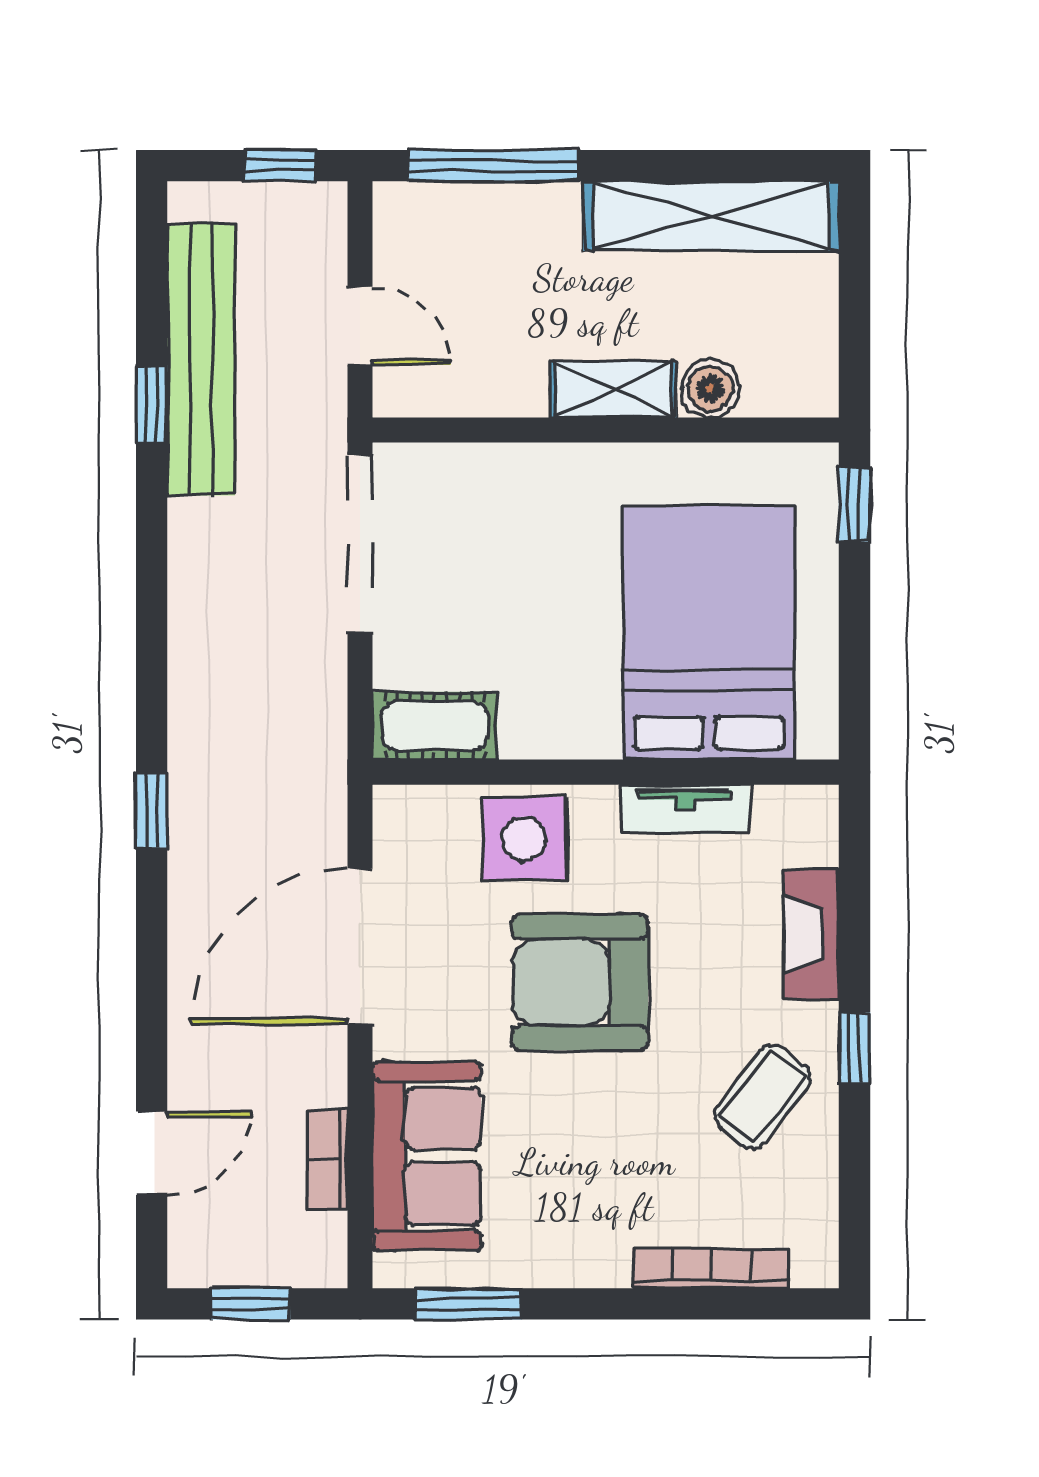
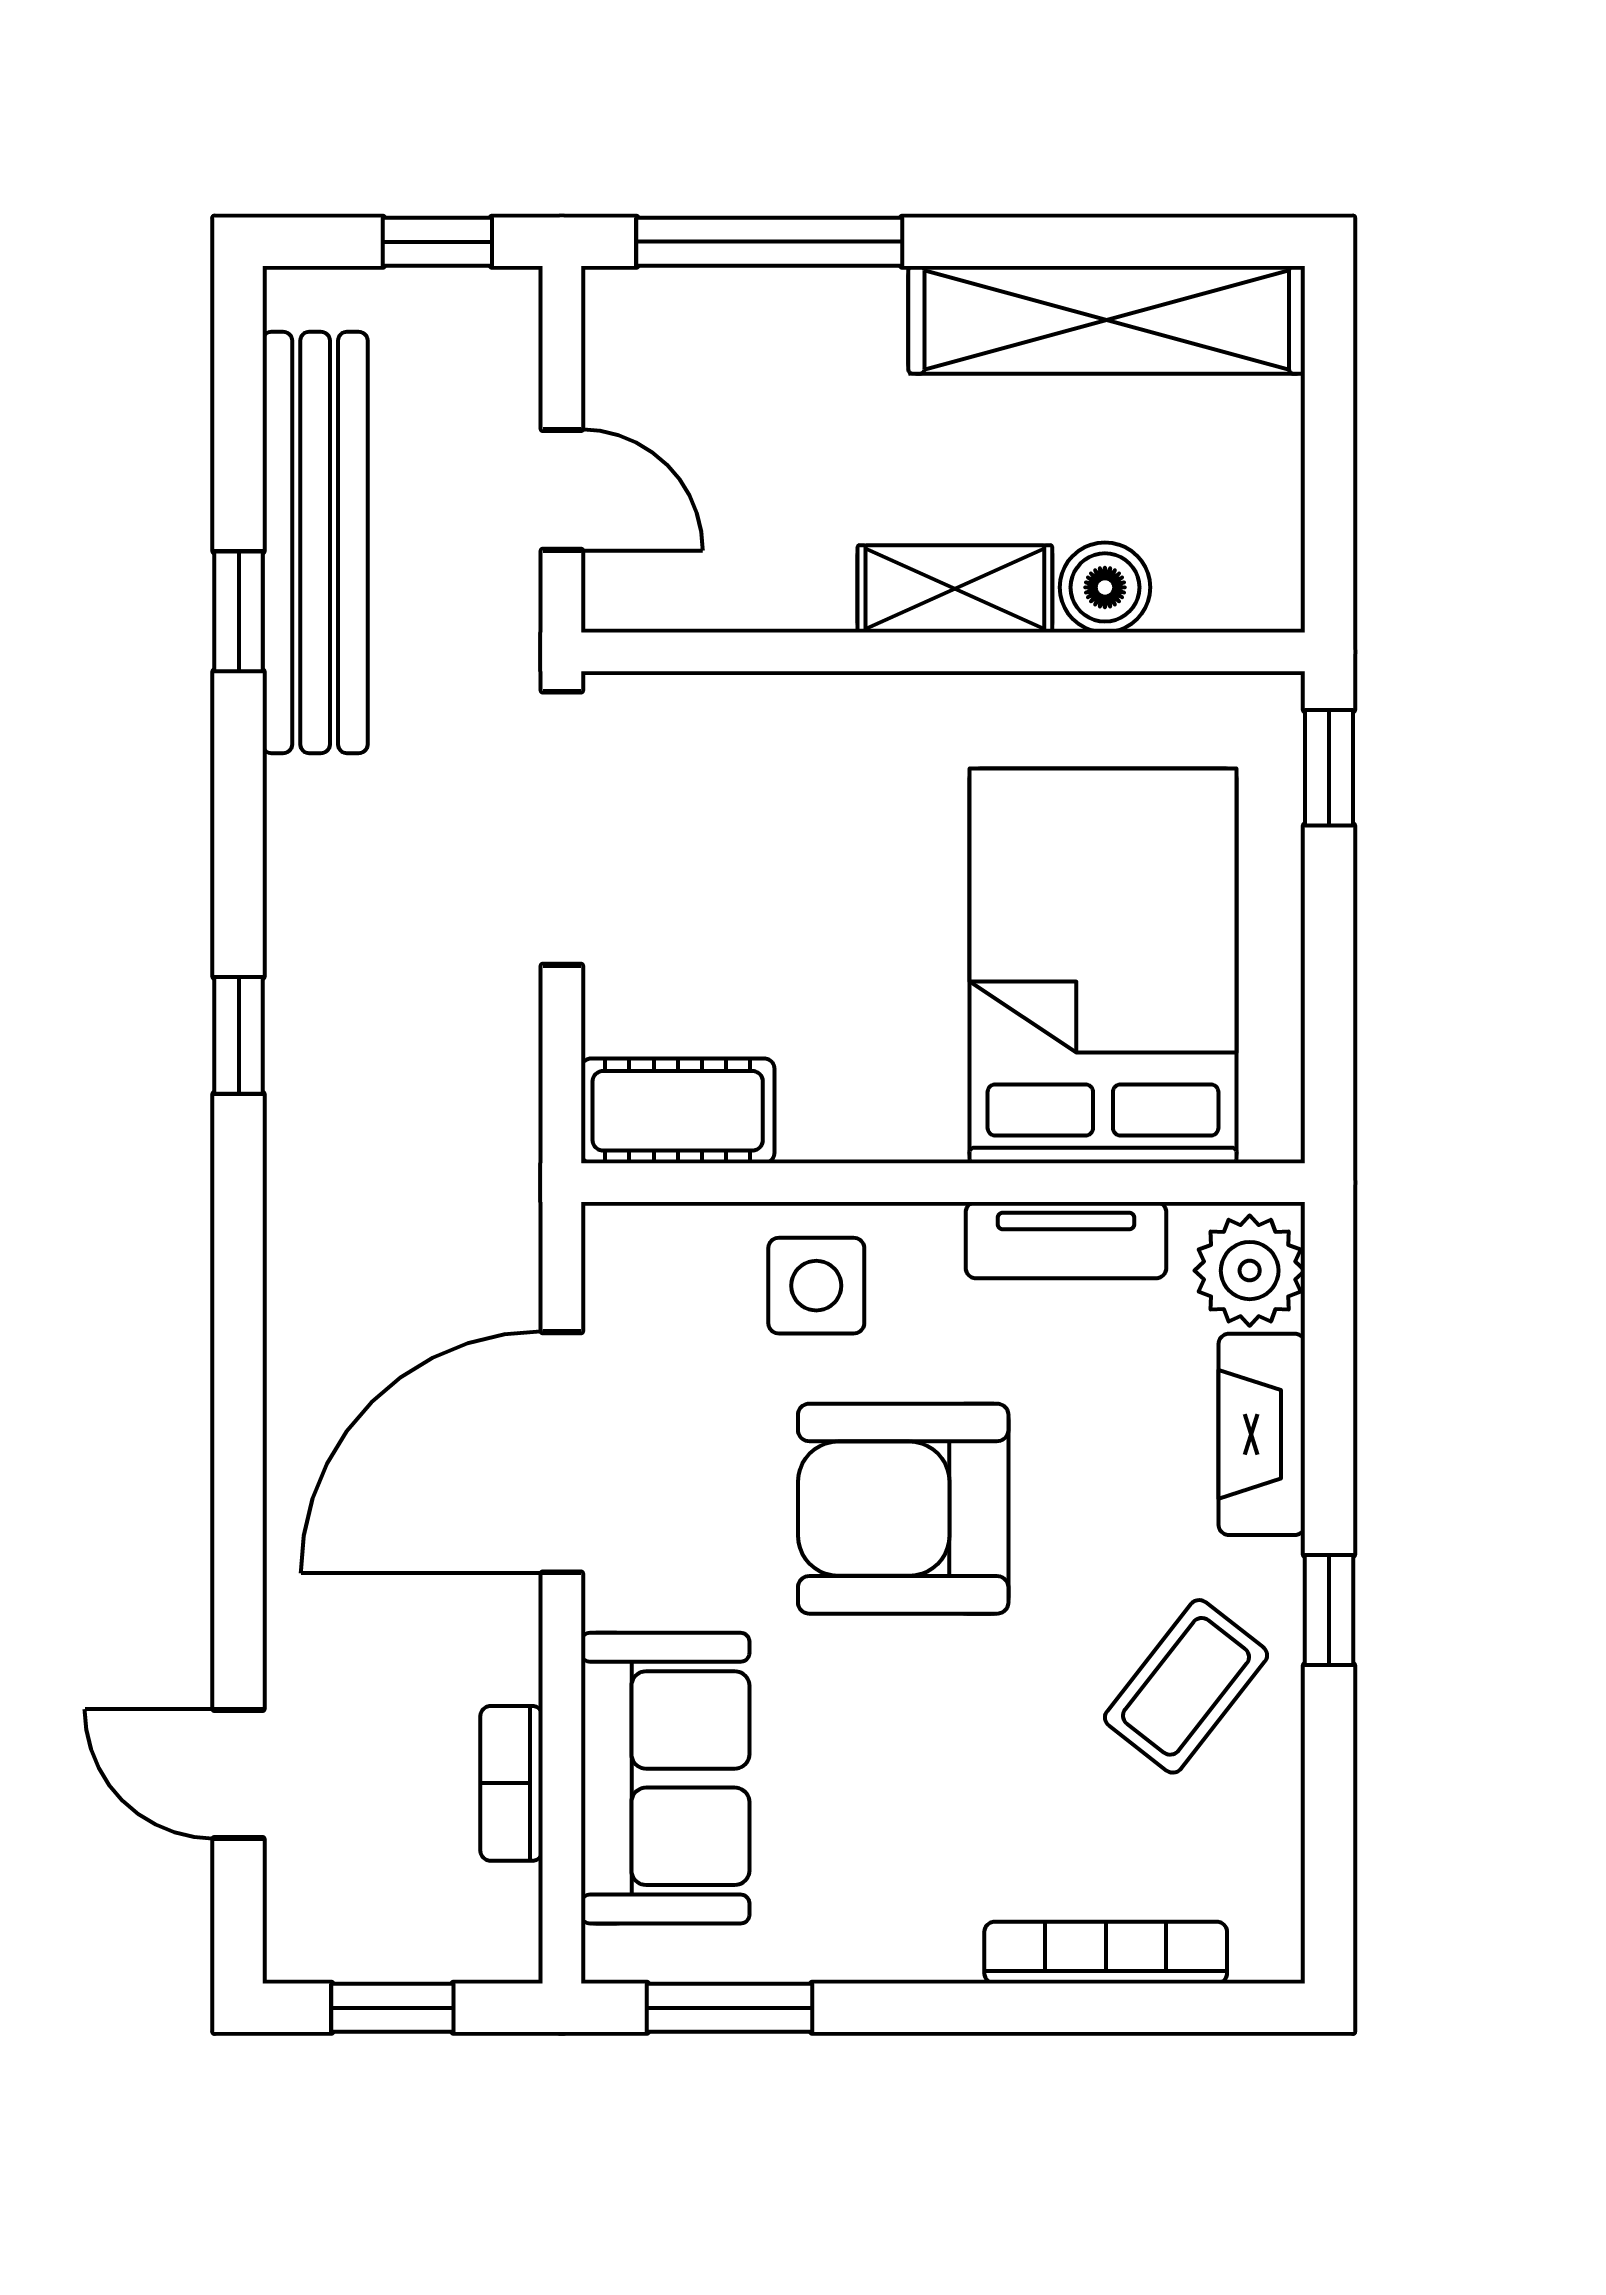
window: (152, 810) -> (239, 1035), moved
plant: (803, 829) -> (1250, 1271), added
side table: (524, 838) -> (816, 1286), width x0.73, depth x0.73
door: (152, 1153) -> (239, 1774), swing flipped

